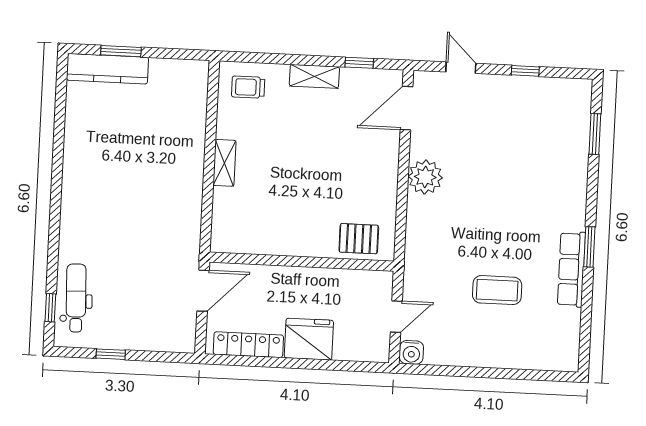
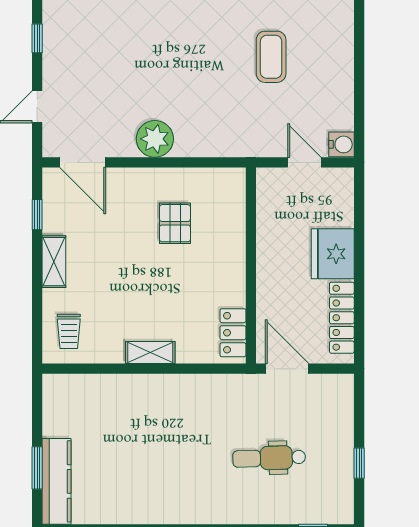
pallet: (359, 239) -> (175, 223), moved
locker: (239, 242) -> (233, 333), added
dental chair: (76, 298) -> (269, 458), moved

